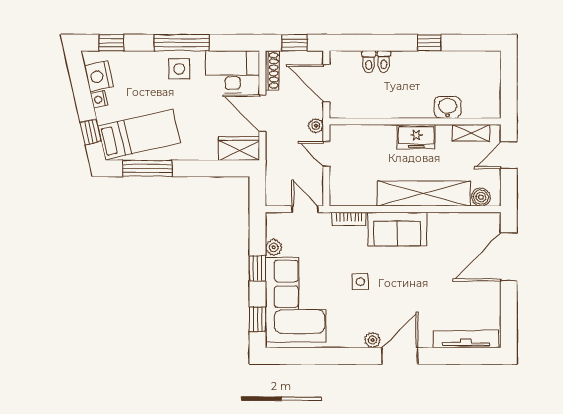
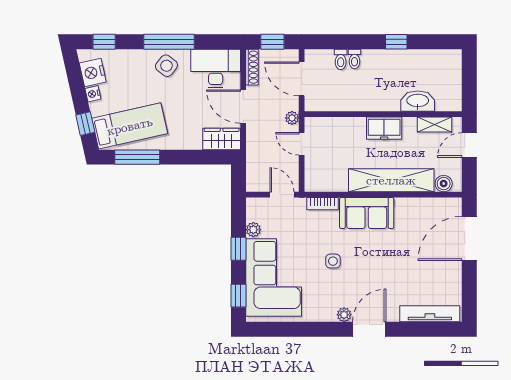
side table: (179, 69) -> (166, 66), turned 38
washbasin: (448, 107) -> (418, 101), width x1.38

